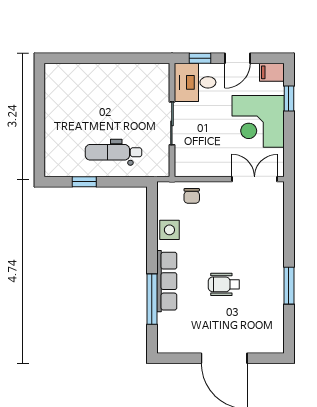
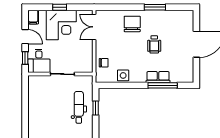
window: (289, 98) -> (60, 7), moved
dental chair: (114, 152) -> (79, 107), turned 180
window: (84, 182) -> (96, 108), moved
chair: (260, 246) -> (132, 24), added
row of seats: (167, 281) -> (158, 77), width x0.68

